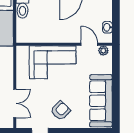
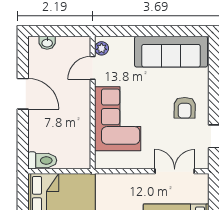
washbasin: (107, 27) -> (47, 43), moved
armchair: (61, 111) -> (185, 108), turned -133

